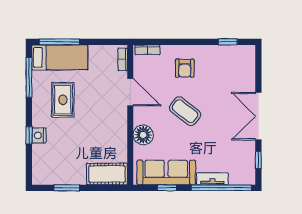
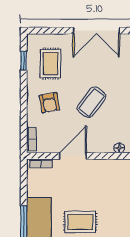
armchair: (185, 68) -> (49, 103), turned 80
rug: (225, 69) -> (51, 64), added
floor lamp: (143, 135) -> (119, 148), width x0.53, depth x0.53

